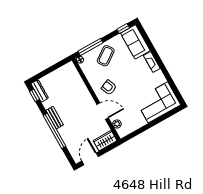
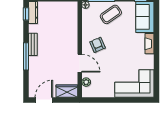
window: (54, 131) -> (26, 56), width x0.68

